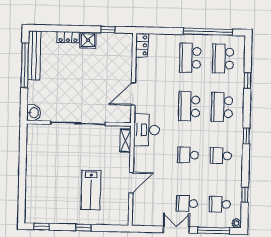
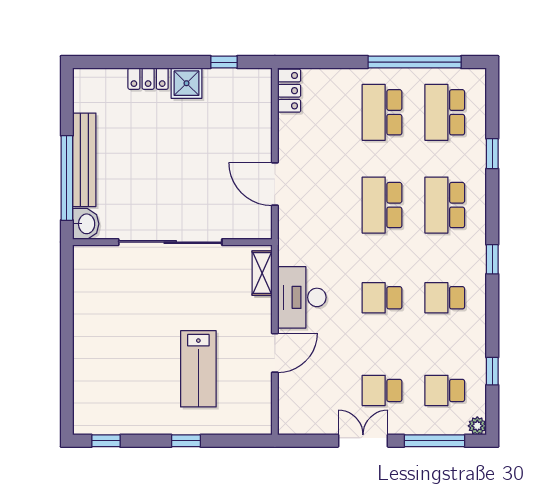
bench: (34, 55) -> (84, 160), moved
window: (25, 65) -> (67, 178), moved
door: (133, 94) -> (275, 184), hinge flipped
desk: (147, 130) -> (302, 297), moved

